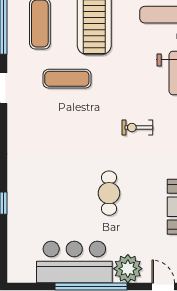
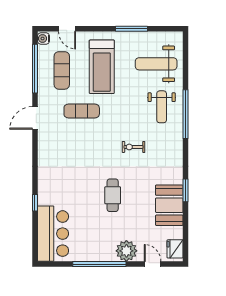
bar counter: (74, 262) -> (53, 234), moved, turned 90

